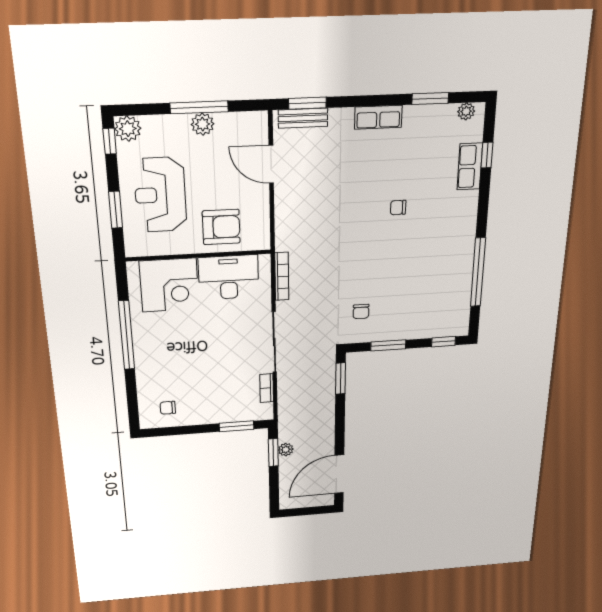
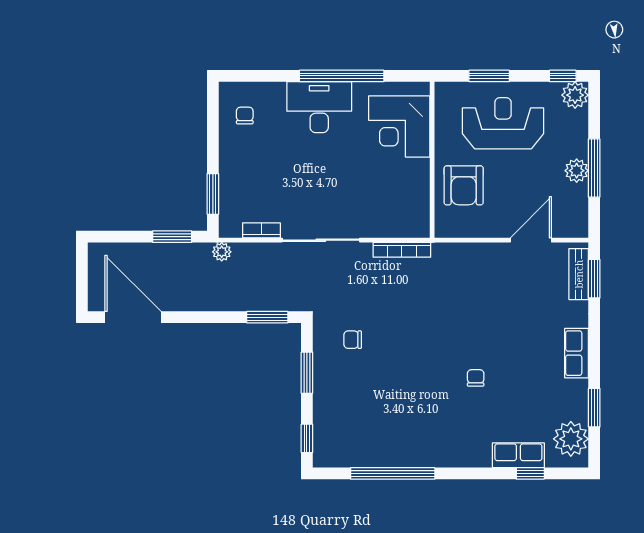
plant: (466, 111) -> (571, 439), width x1.88, depth x1.88
desk: (229, 277) -> (319, 107), moved, turned -90
plant: (286, 450) -> (222, 252), moved

